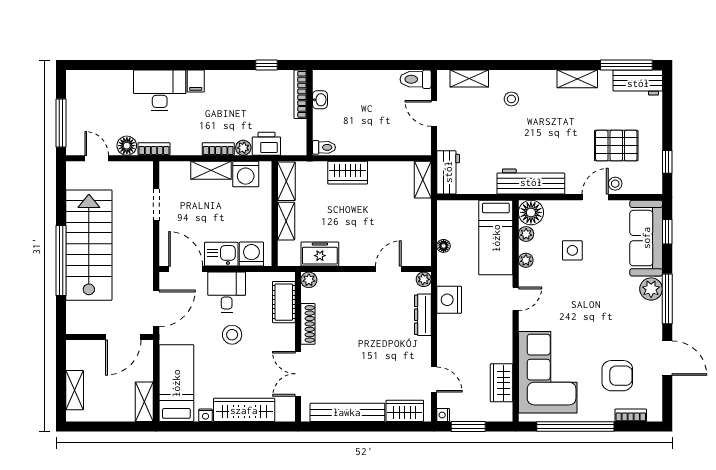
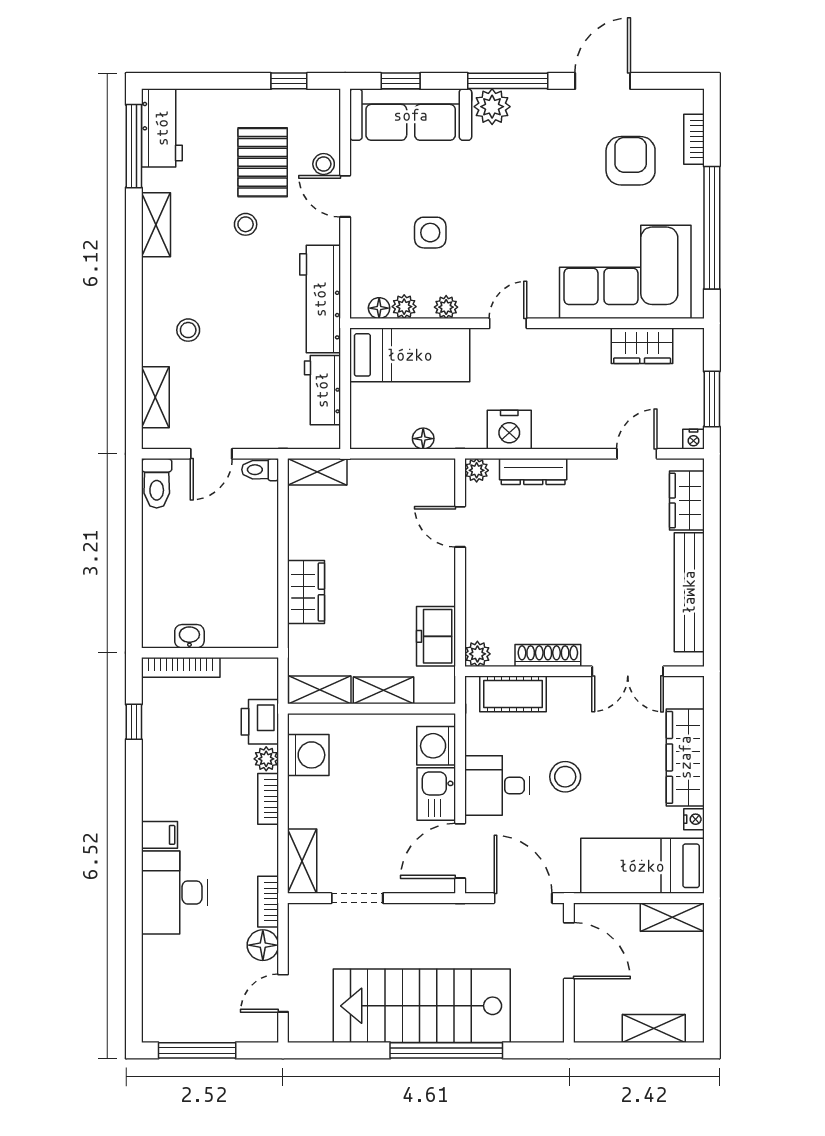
window: (61, 123) -> (197, 1050), moved
stool: (577, 135) -> (246, 224), added
toilet: (324, 147) -> (260, 470), moved, turned -90
shelving: (211, 170) -> (302, 861), moved
workbench: (448, 172) -> (322, 390), moved, turned -90
floor lamp: (531, 212) -> (379, 308), width x0.53, depth x0.53
door: (516, 299) -> (508, 323), hinge flipped

